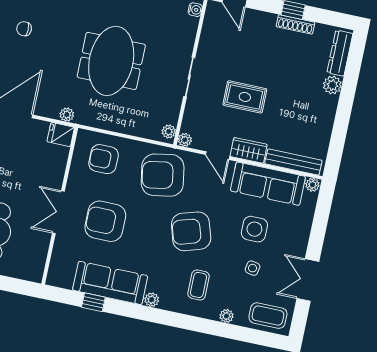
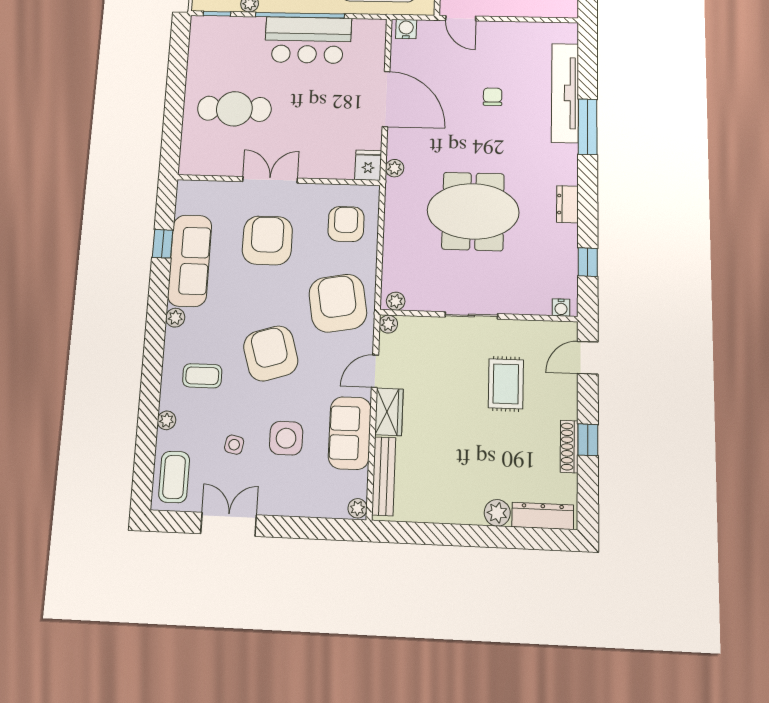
rug: (245, 97) -> (506, 384), moved
sofa: (268, 184) -> (350, 433), width x0.73

